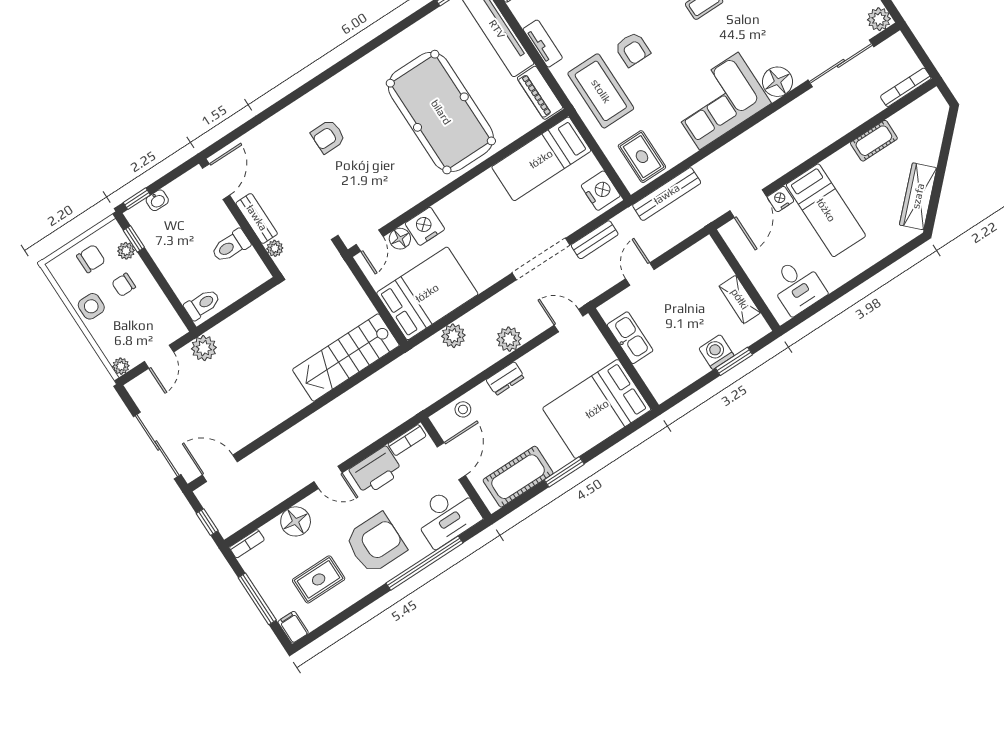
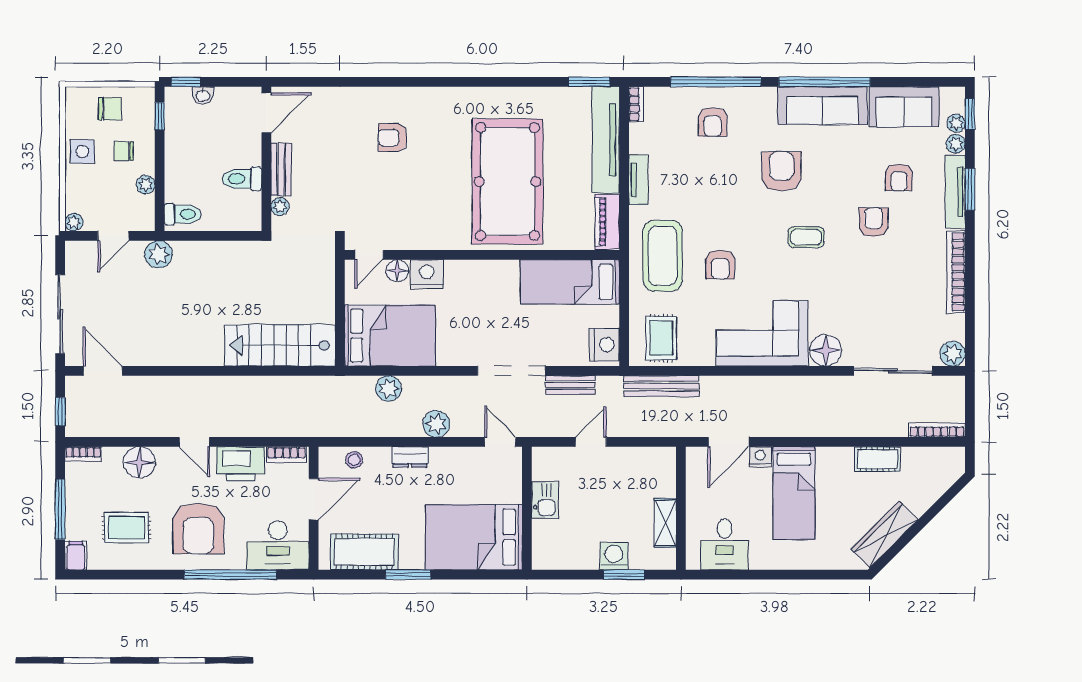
armchair: (633, 49) -> (720, 265), moved
plant: (126, 251) -> (146, 185), moved
kitchen sink: (630, 338) -> (545, 500), width x0.73
armchair: (376, 543) -> (198, 529), turned 90

